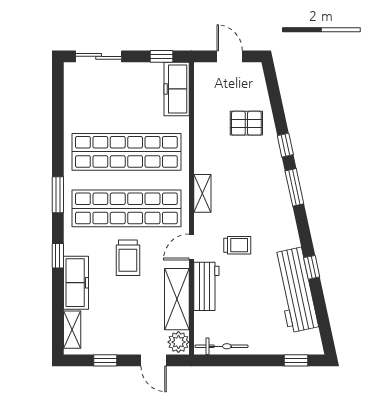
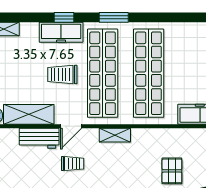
trolley: (237, 245) -> (73, 164), turned -90
door: (191, 247) -> (71, 126), swing flipped
freezer: (76, 283) -> (61, 32), moved

